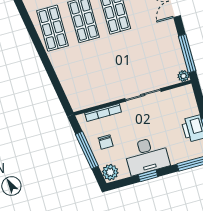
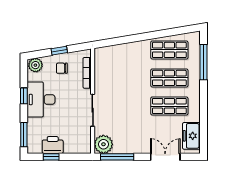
plant: (183, 76) -> (103, 144), width x1.88, depth x1.88
window: (87, 150) -> (59, 51), width x0.46

